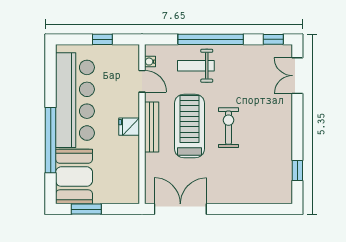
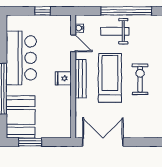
bar counter: (75, 100) -> (21, 58), width x0.73

